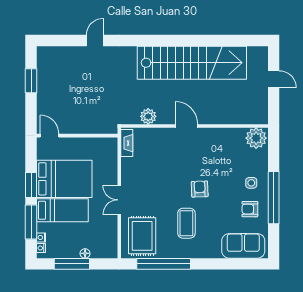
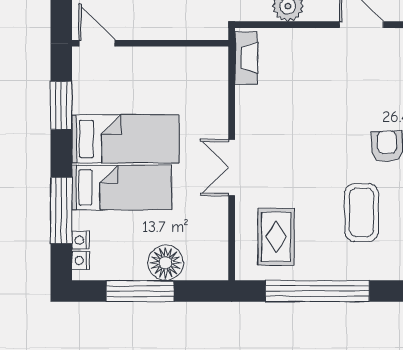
bed: (64, 179) -> (125, 139), width x0.67
window: (31, 185) -> (61, 105), moved
rug: (142, 236) -> (276, 237), width x0.73, depth x0.70
floor lamp: (85, 253) -> (166, 263), width x1.89, depth x1.89

